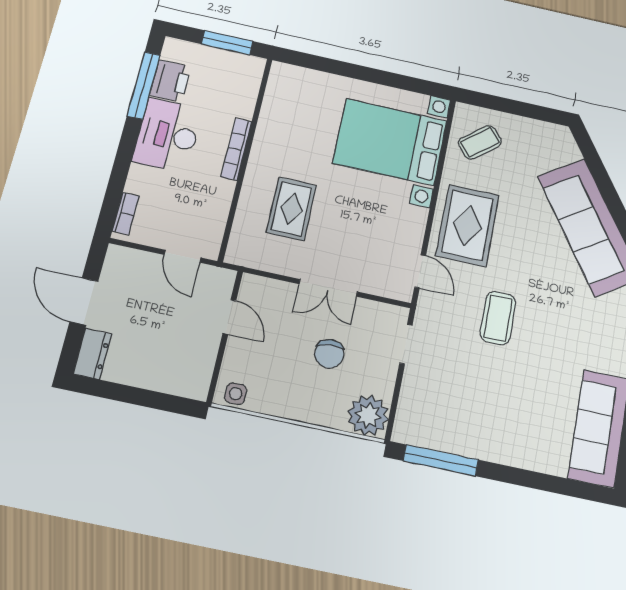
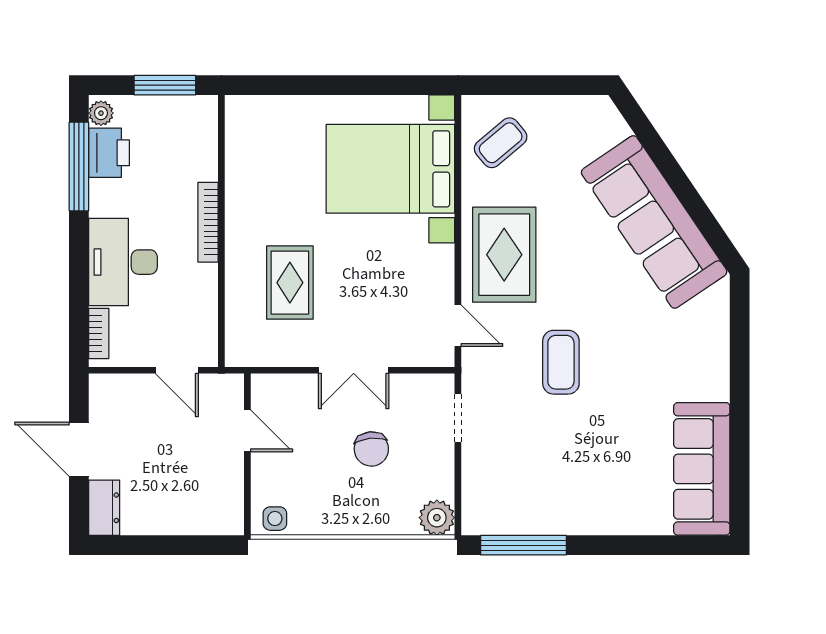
plant: (172, 51) -> (101, 113), added
desk: (168, 135) -> (123, 262), moved
plant: (368, 415) -> (437, 518), width x0.73, depth x0.73

